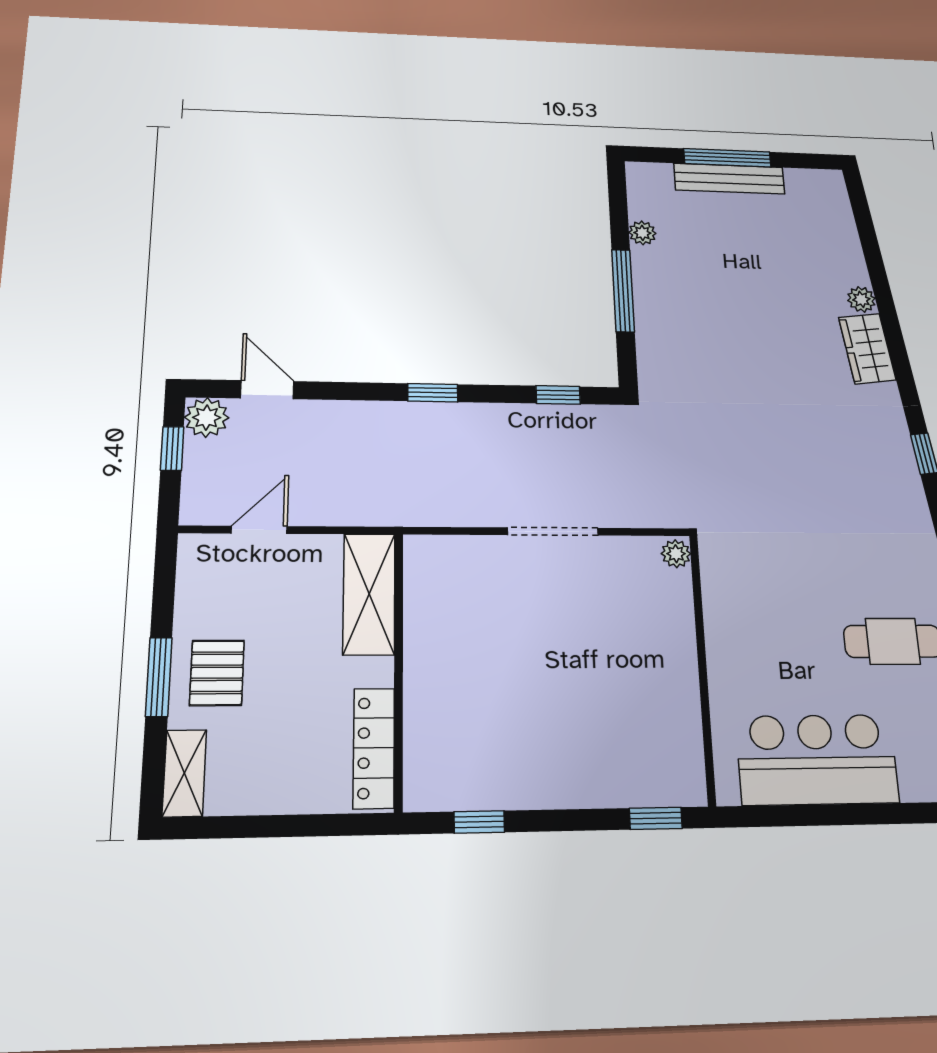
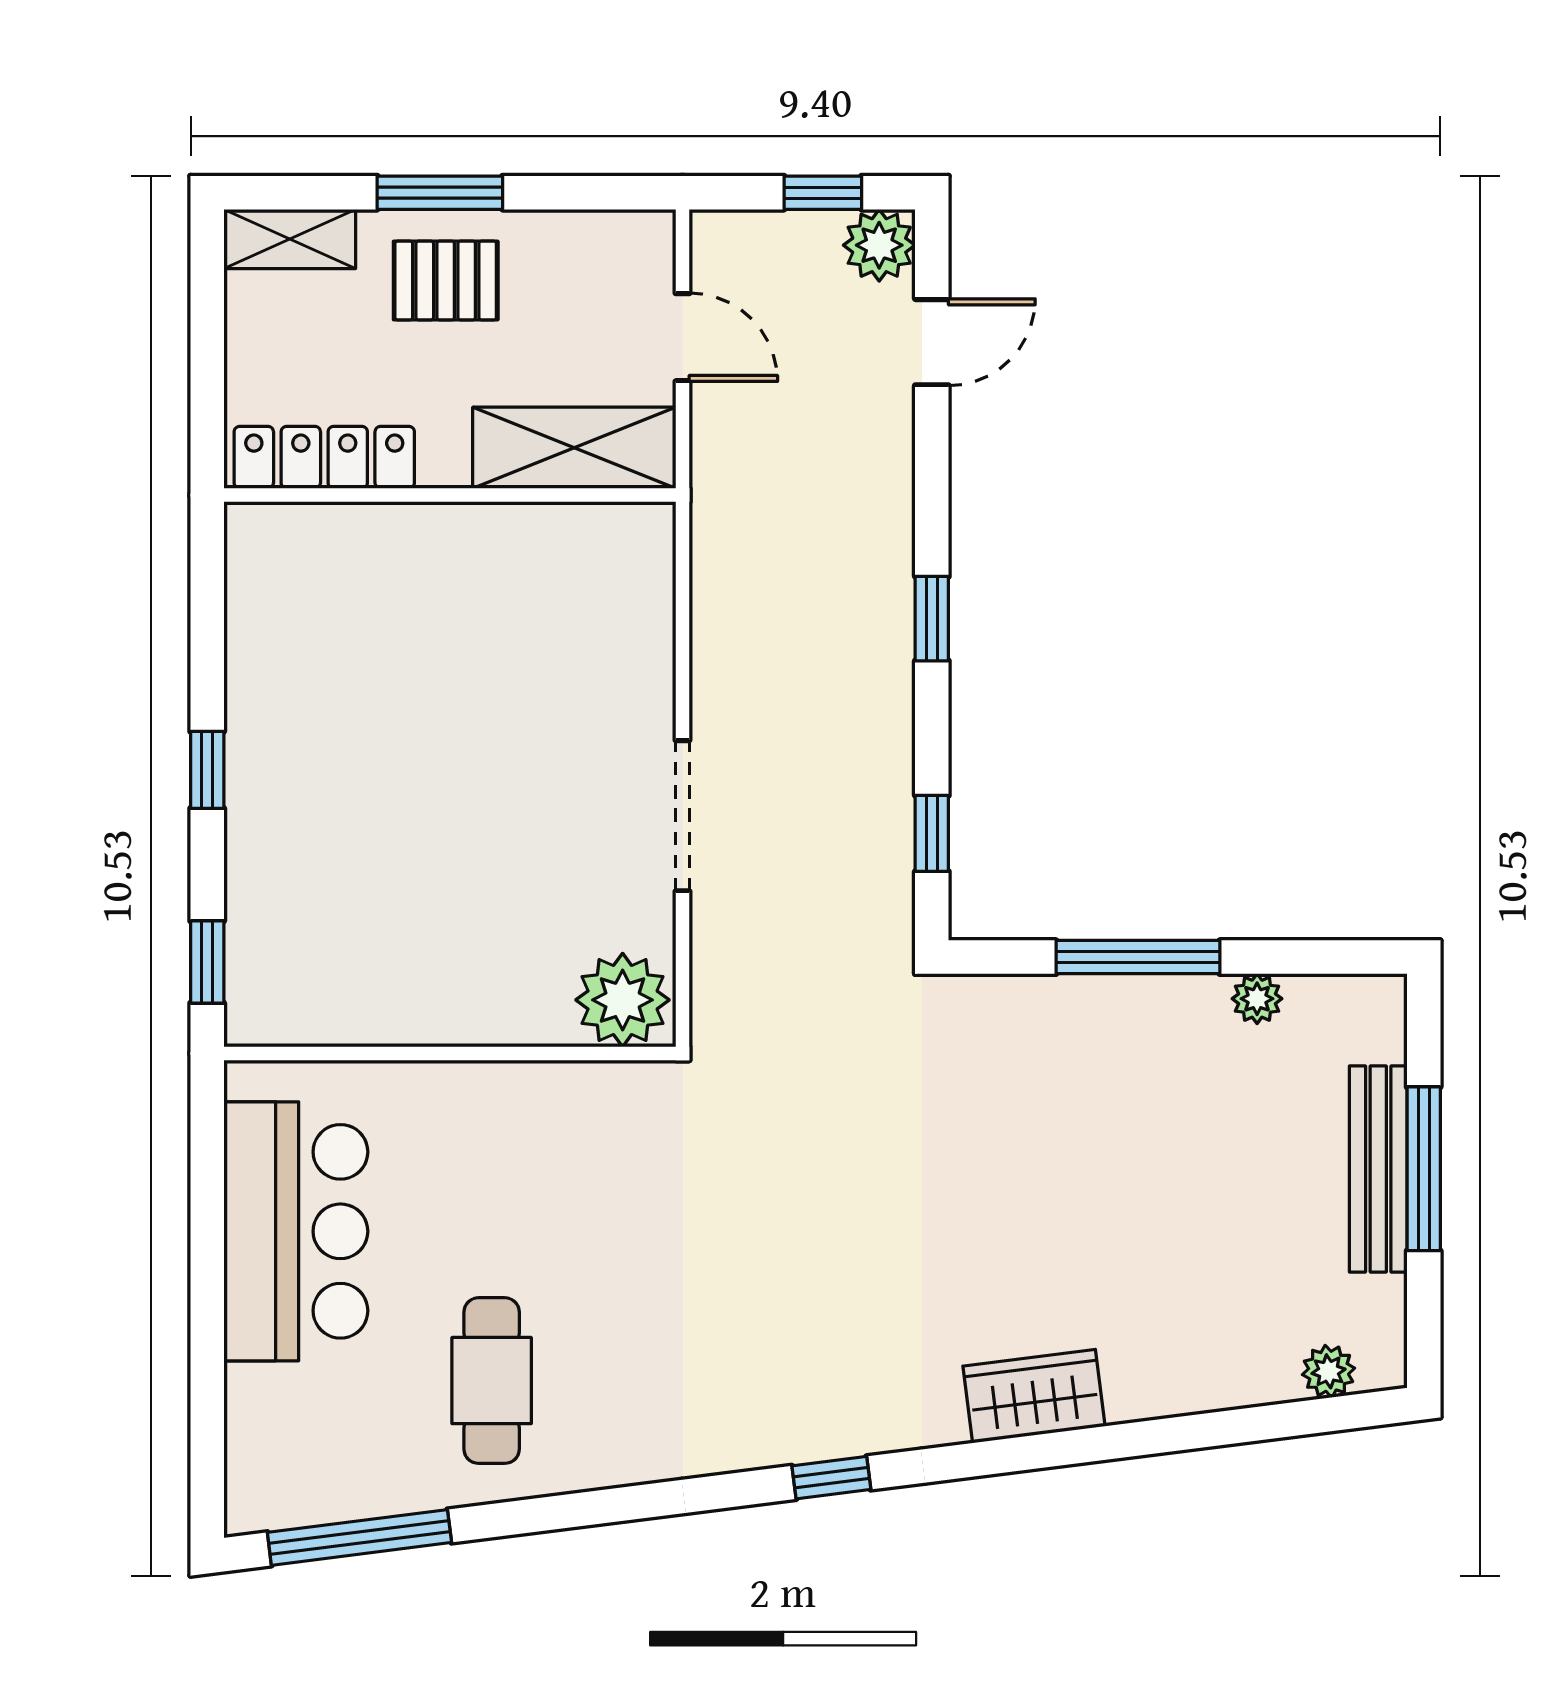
plant: (861, 299) -> (1329, 1371), moved
plant: (676, 554) -> (623, 1000), width x1.88, depth x1.88
shelving: (369, 594) -> (574, 448), moved
wall: (398, 669) -> (450, 495), moved
locker: (374, 748) -> (324, 457), moved
window: (479, 822) -> (207, 770), moved

